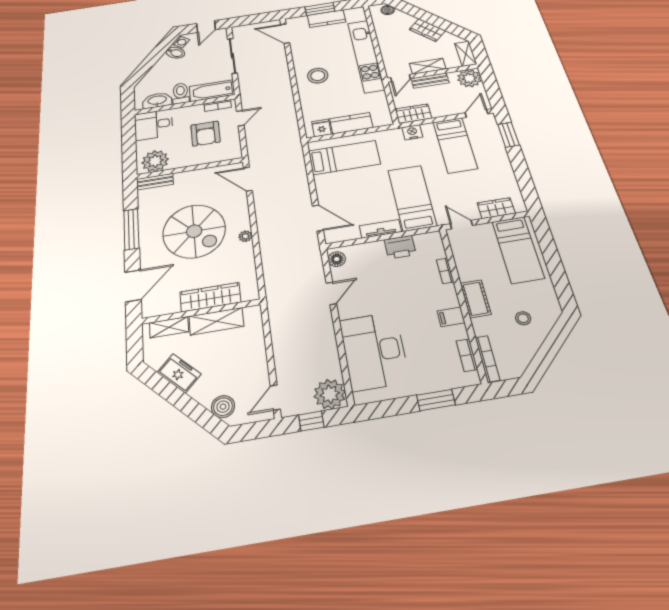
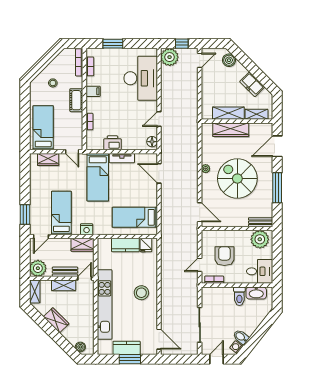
bathtub: (212, 91) -> (217, 294), removed

